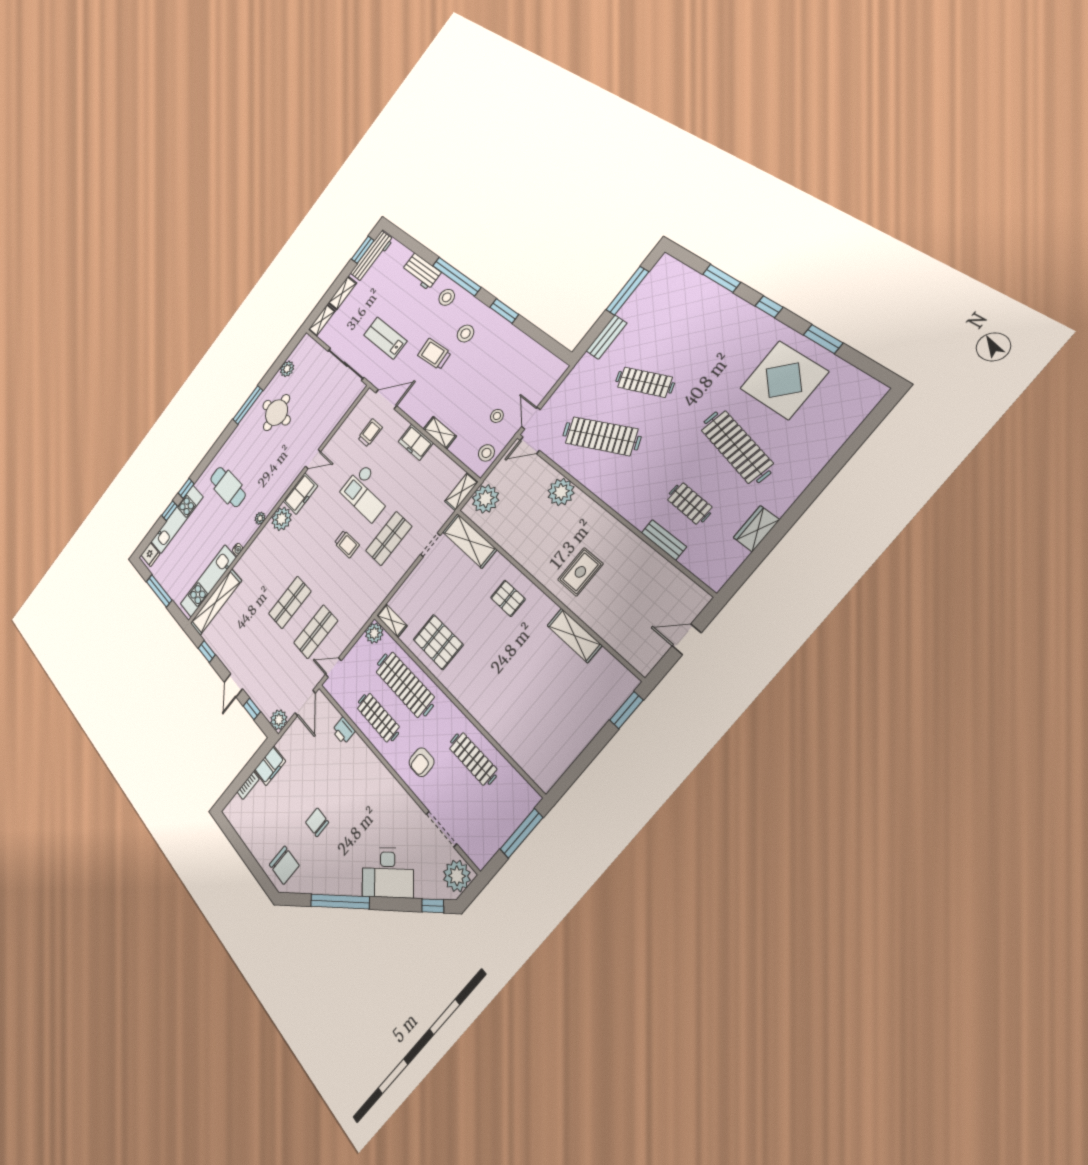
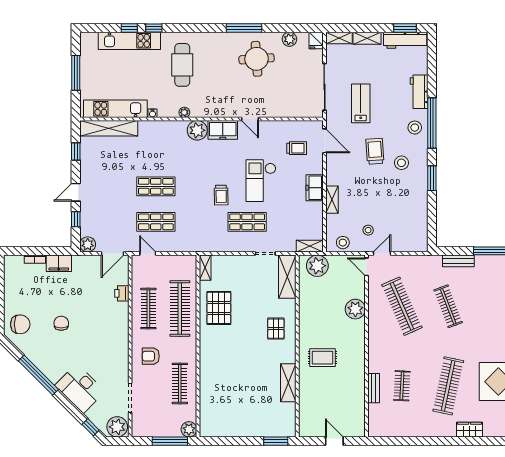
wardrobe: (756, 529) -> (470, 430), moved
fridge: (150, 555) -> (316, 40), moved
plant: (374, 633) -> (189, 429), moved
chair: (284, 865) -> (20, 324), turned -90

